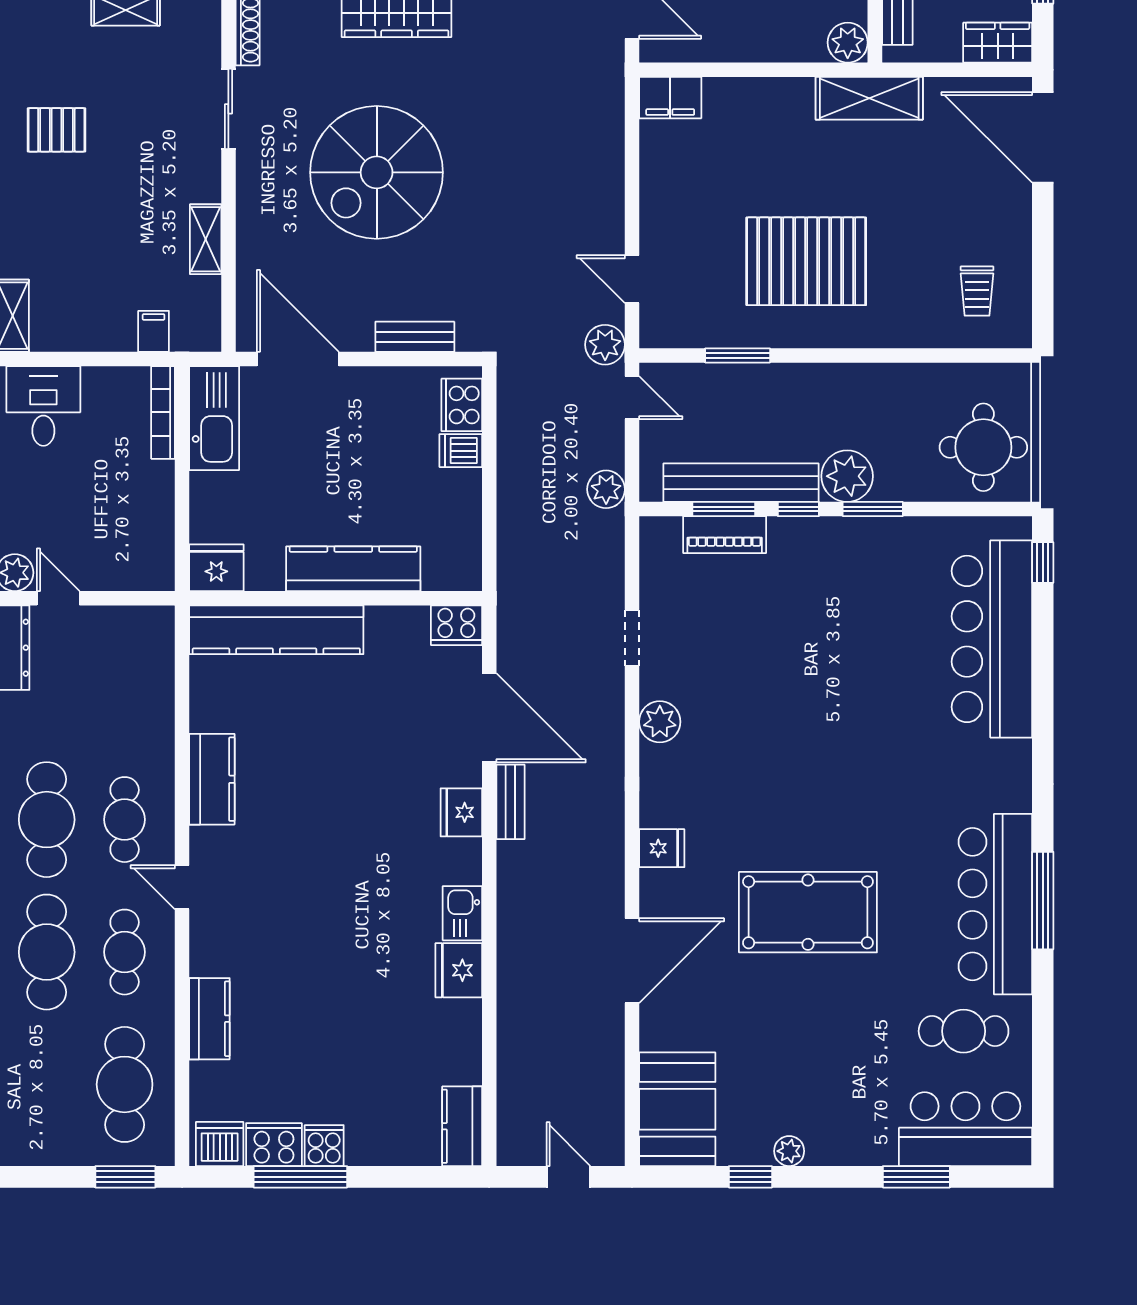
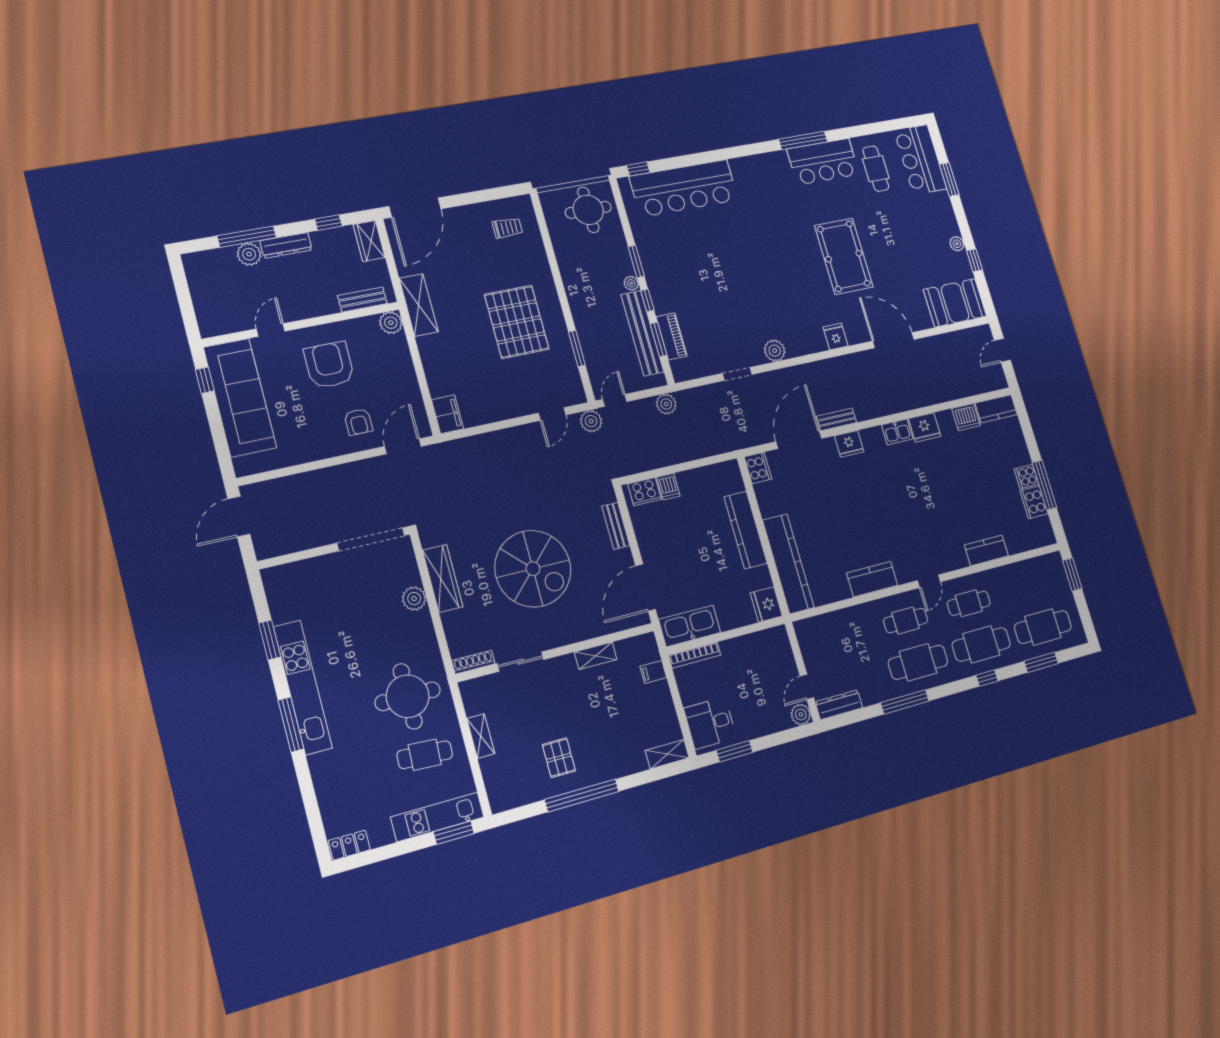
plant: (847, 476) -> (631, 283), width x0.53, depth x0.53
bar counter: (995, 904) -> (823, 162), width x0.73
cafe table: (125, 1084) -> (1043, 627), moved
dishwasher: (220, 1144) -> (966, 417), moved, turned -90

